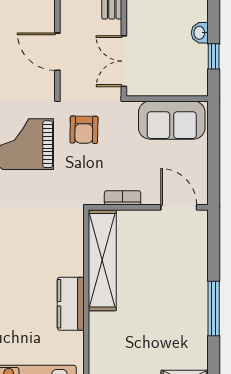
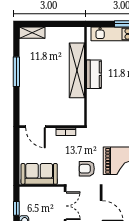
armchair: (84, 130) -> (87, 169), turned -91
shelving: (102, 260) -> (77, 70), moved

